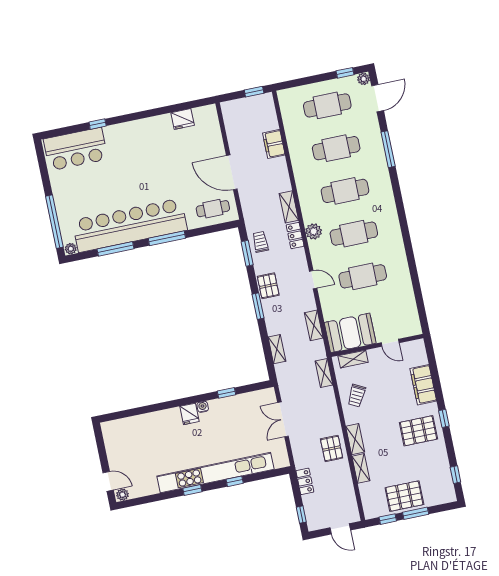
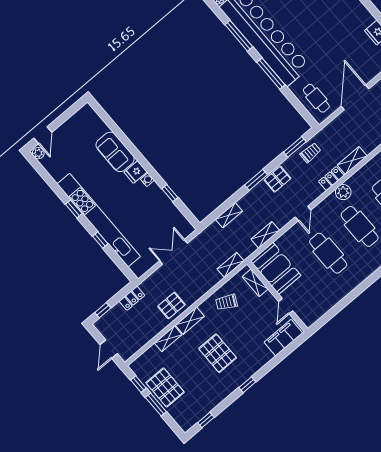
filing cabinet: (423, 385) -> (283, 338), moved
sofa: (160, 423) -> (115, 152), added
pallet: (418, 431) -> (218, 353), moved

